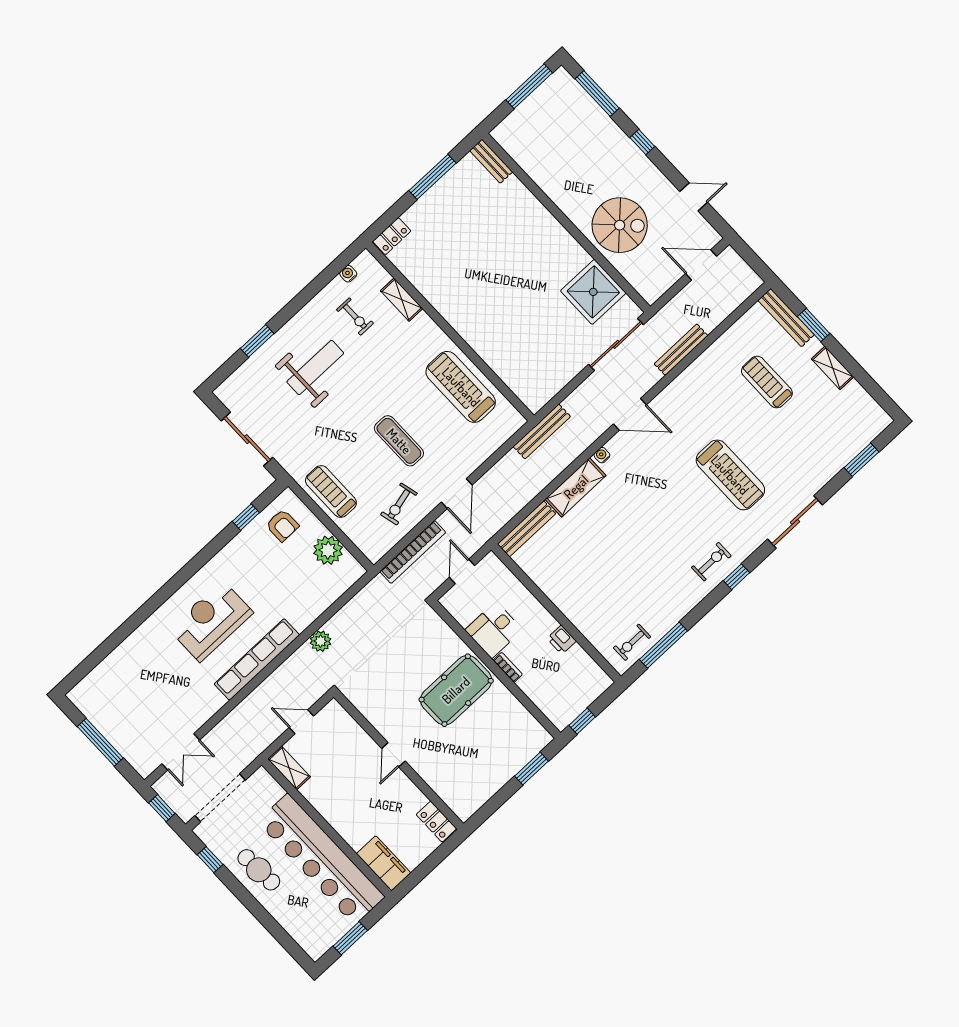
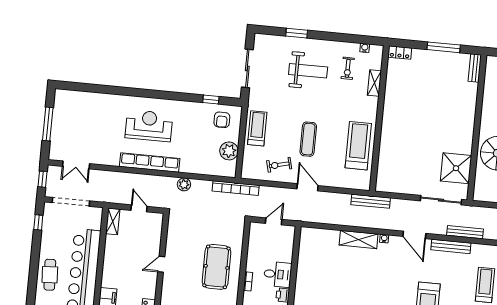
door: (457, 494) -> (307, 187), swing flipped
bench: (526, 529) -> (451, 246), moved
bookcase: (413, 552) -> (236, 188), moved
desk: (494, 630) -> (278, 274), moved, turned 180
pool table: (456, 690) -> (217, 267), turned 90
cafe table: (259, 870) -> (50, 275), moved

